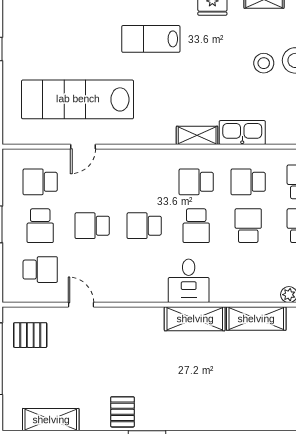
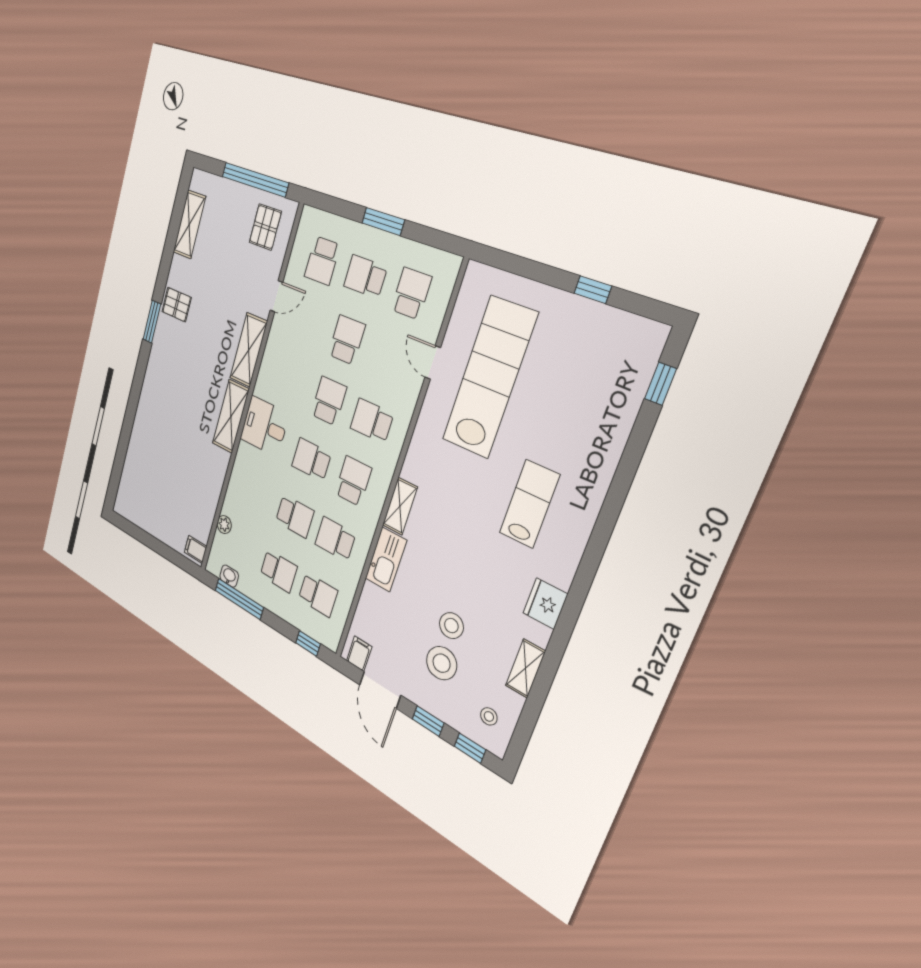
school desk: (144, 182) -> (372, 421), added
school desk: (248, 182) -> (335, 539), turned -90
shelving: (256, 319) -> (249, 350), moved

